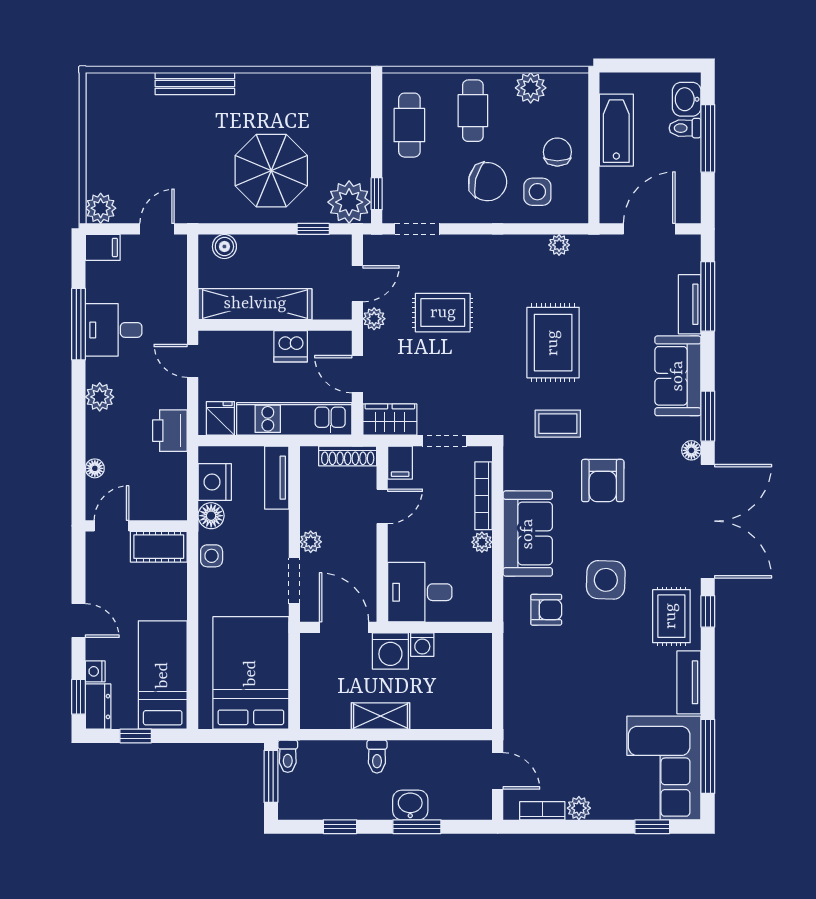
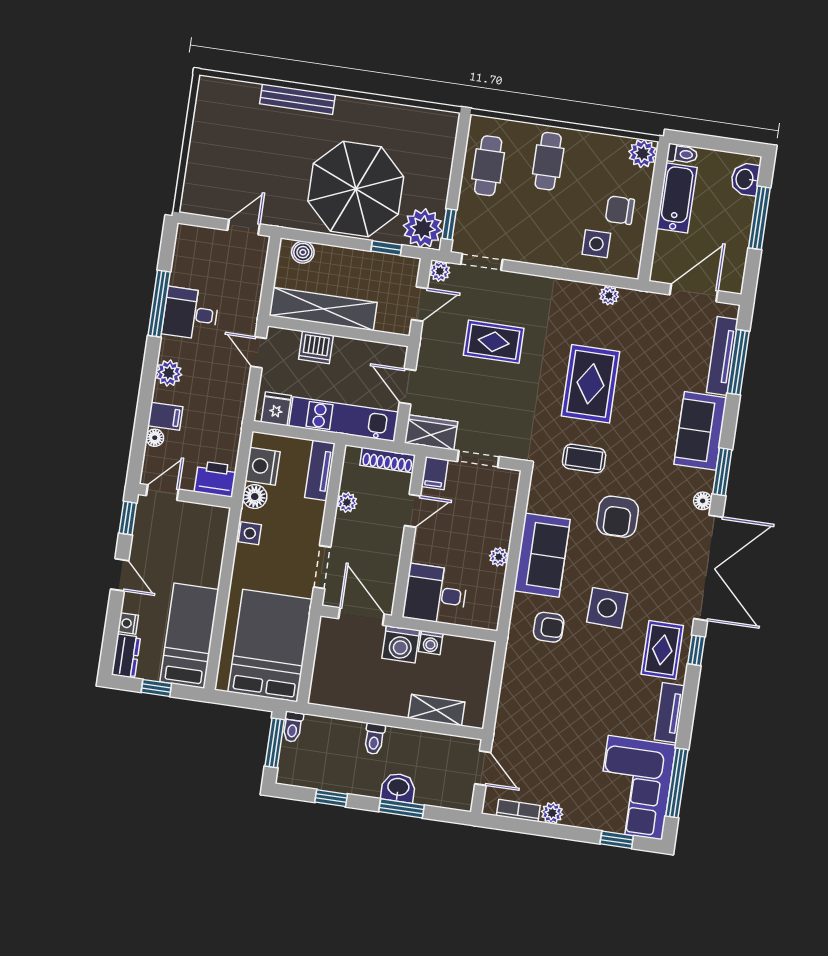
plant: (531, 88) -> (643, 153), moved
toilet: (685, 128) -> (682, 154), moved, turned 180
chair: (557, 152) -> (620, 210), turned -90
parasol: (271, 171) -> (356, 189), width x1.36, depth x1.36
chair: (488, 182) -> (552, 228), removed
plant: (101, 208) -> (195, 201), removed
filing cabinet: (103, 247) -> (165, 416), moved
tv unit: (690, 304) -> (722, 356), width x1.41
plant: (374, 319) -> (440, 271), moved
dishwasher: (291, 346) -> (316, 347), moved
printer: (170, 431) -> (215, 479), moved, turned 90
bookcase: (483, 496) -> (506, 515), removed
plant: (311, 542) -> (347, 502), moved
cot: (159, 547) -> (203, 518), removed
window: (79, 697) -> (128, 518), moved
shelving: (380, 716) -> (436, 710), moved

